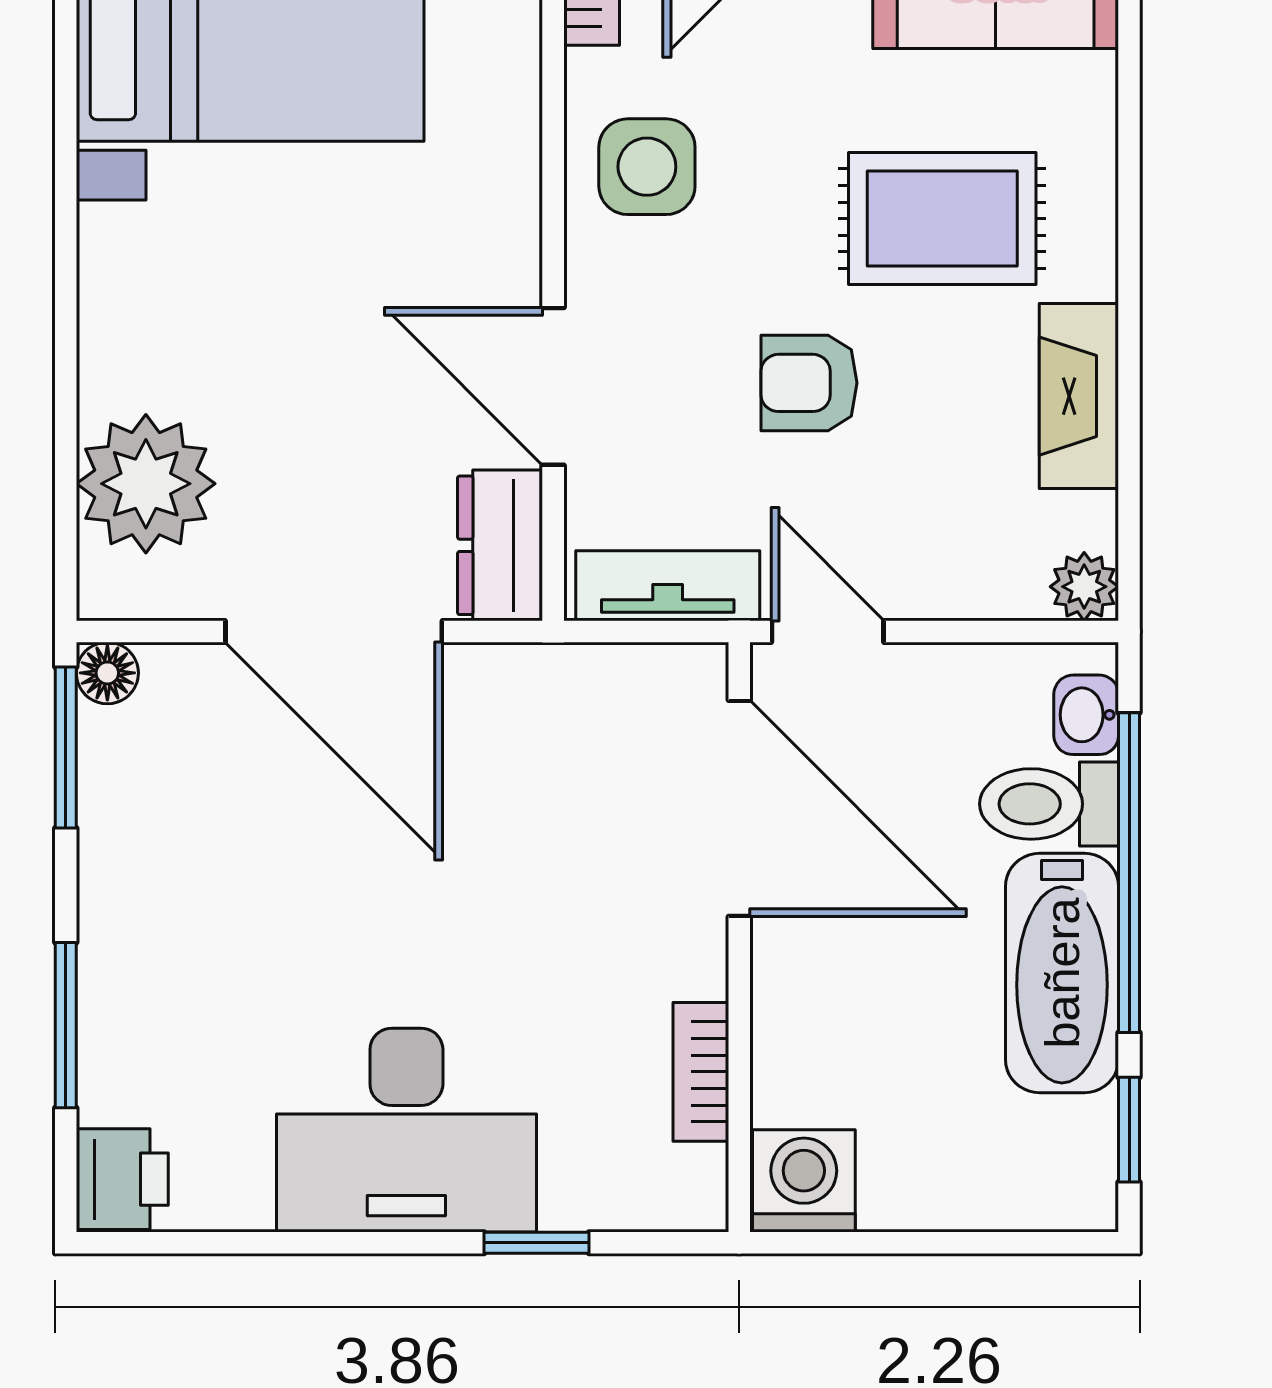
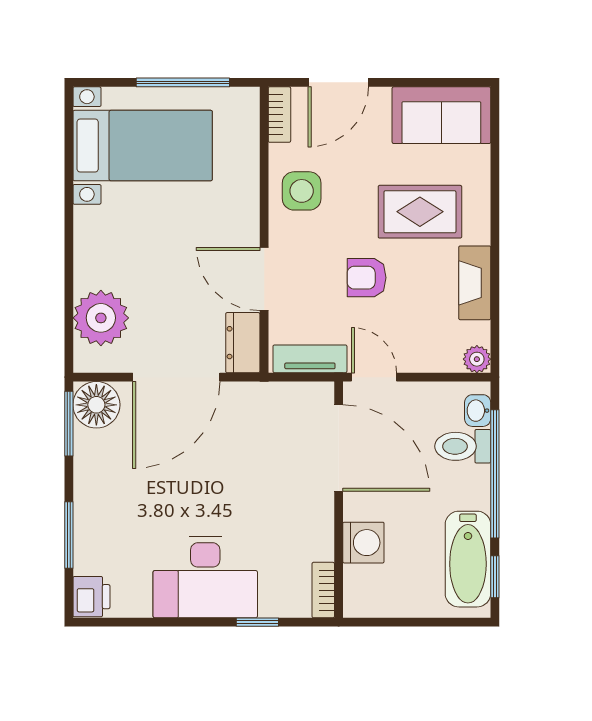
door: (334, 631) -> (176, 377), hinge flipped
floor lamp: (107, 673) -> (96, 405), width x1.89, depth x1.89
bathtub: (1062, 973) -> (468, 559), moved
bookcase: (701, 1072) -> (323, 590), moved
washing machine: (804, 1181) -> (363, 543), moved, turned 90

